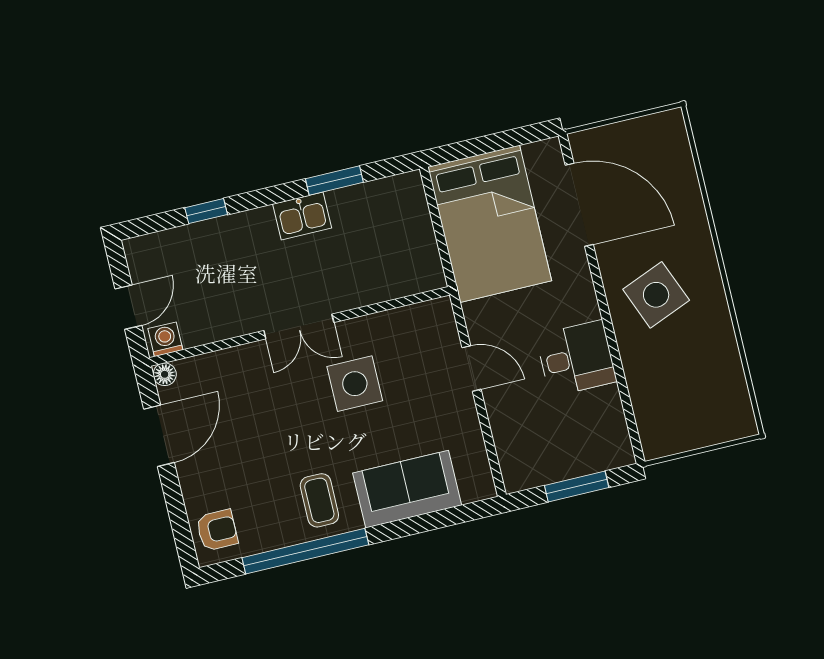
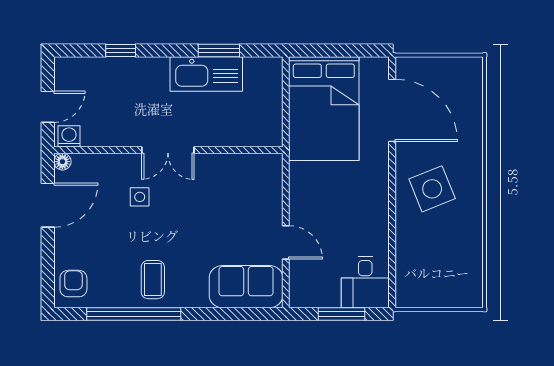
kitchen sink: (302, 216) -> (206, 74), width x1.87, depth x1.24
desk: (576, 358) -> (365, 282), moved, turned 90
door: (472, 368) -> (286, 242), moved
side table: (355, 384) -> (140, 197), moved, width x0.54, depth x0.54
sofa: (407, 489) -> (246, 287), moved
armchair: (217, 530) -> (73, 284), turned -90

